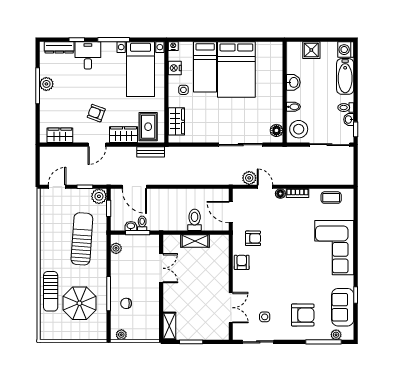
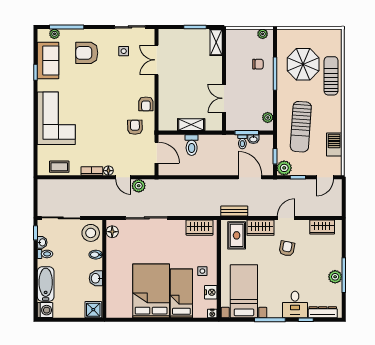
shower: (311, 50) -> (93, 310), moved
armchair: (96, 113) -> (287, 249), turned -99
wardrobe: (176, 121) -> (199, 228), moved, turned -90
barbecue: (47, 220) -> (334, 144), added
armchair: (253, 238) -> (135, 127), turned 89

